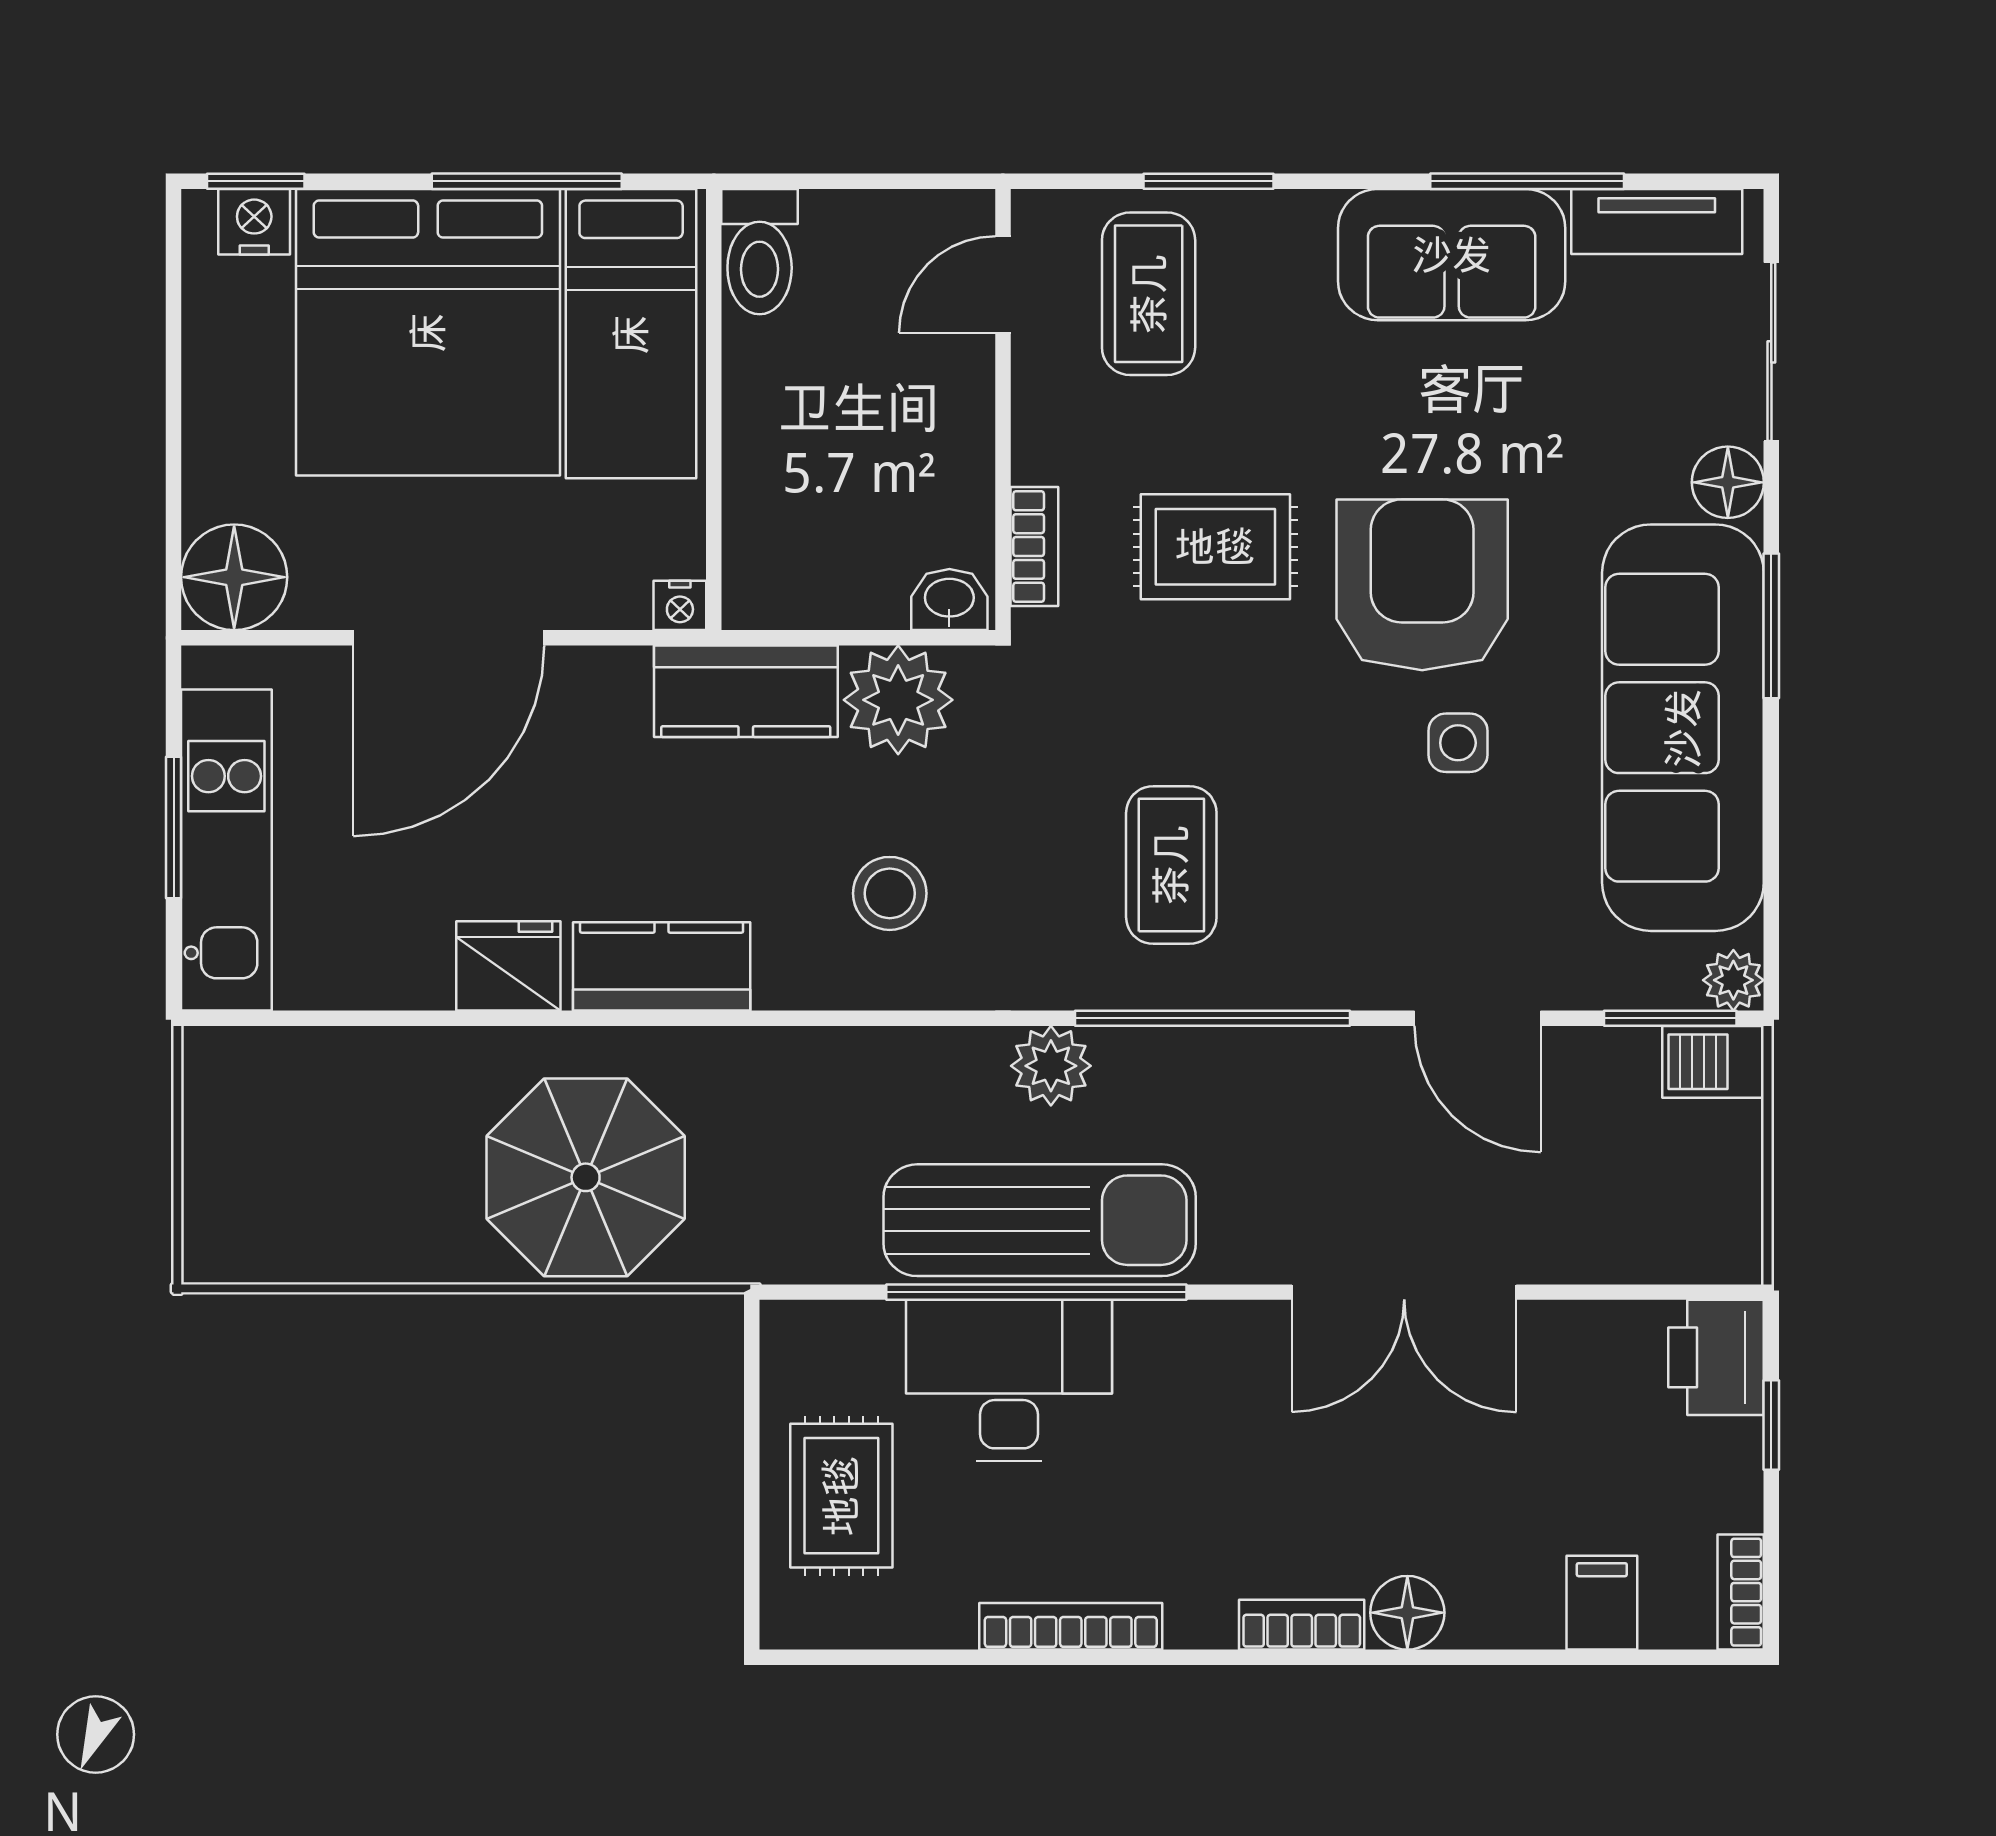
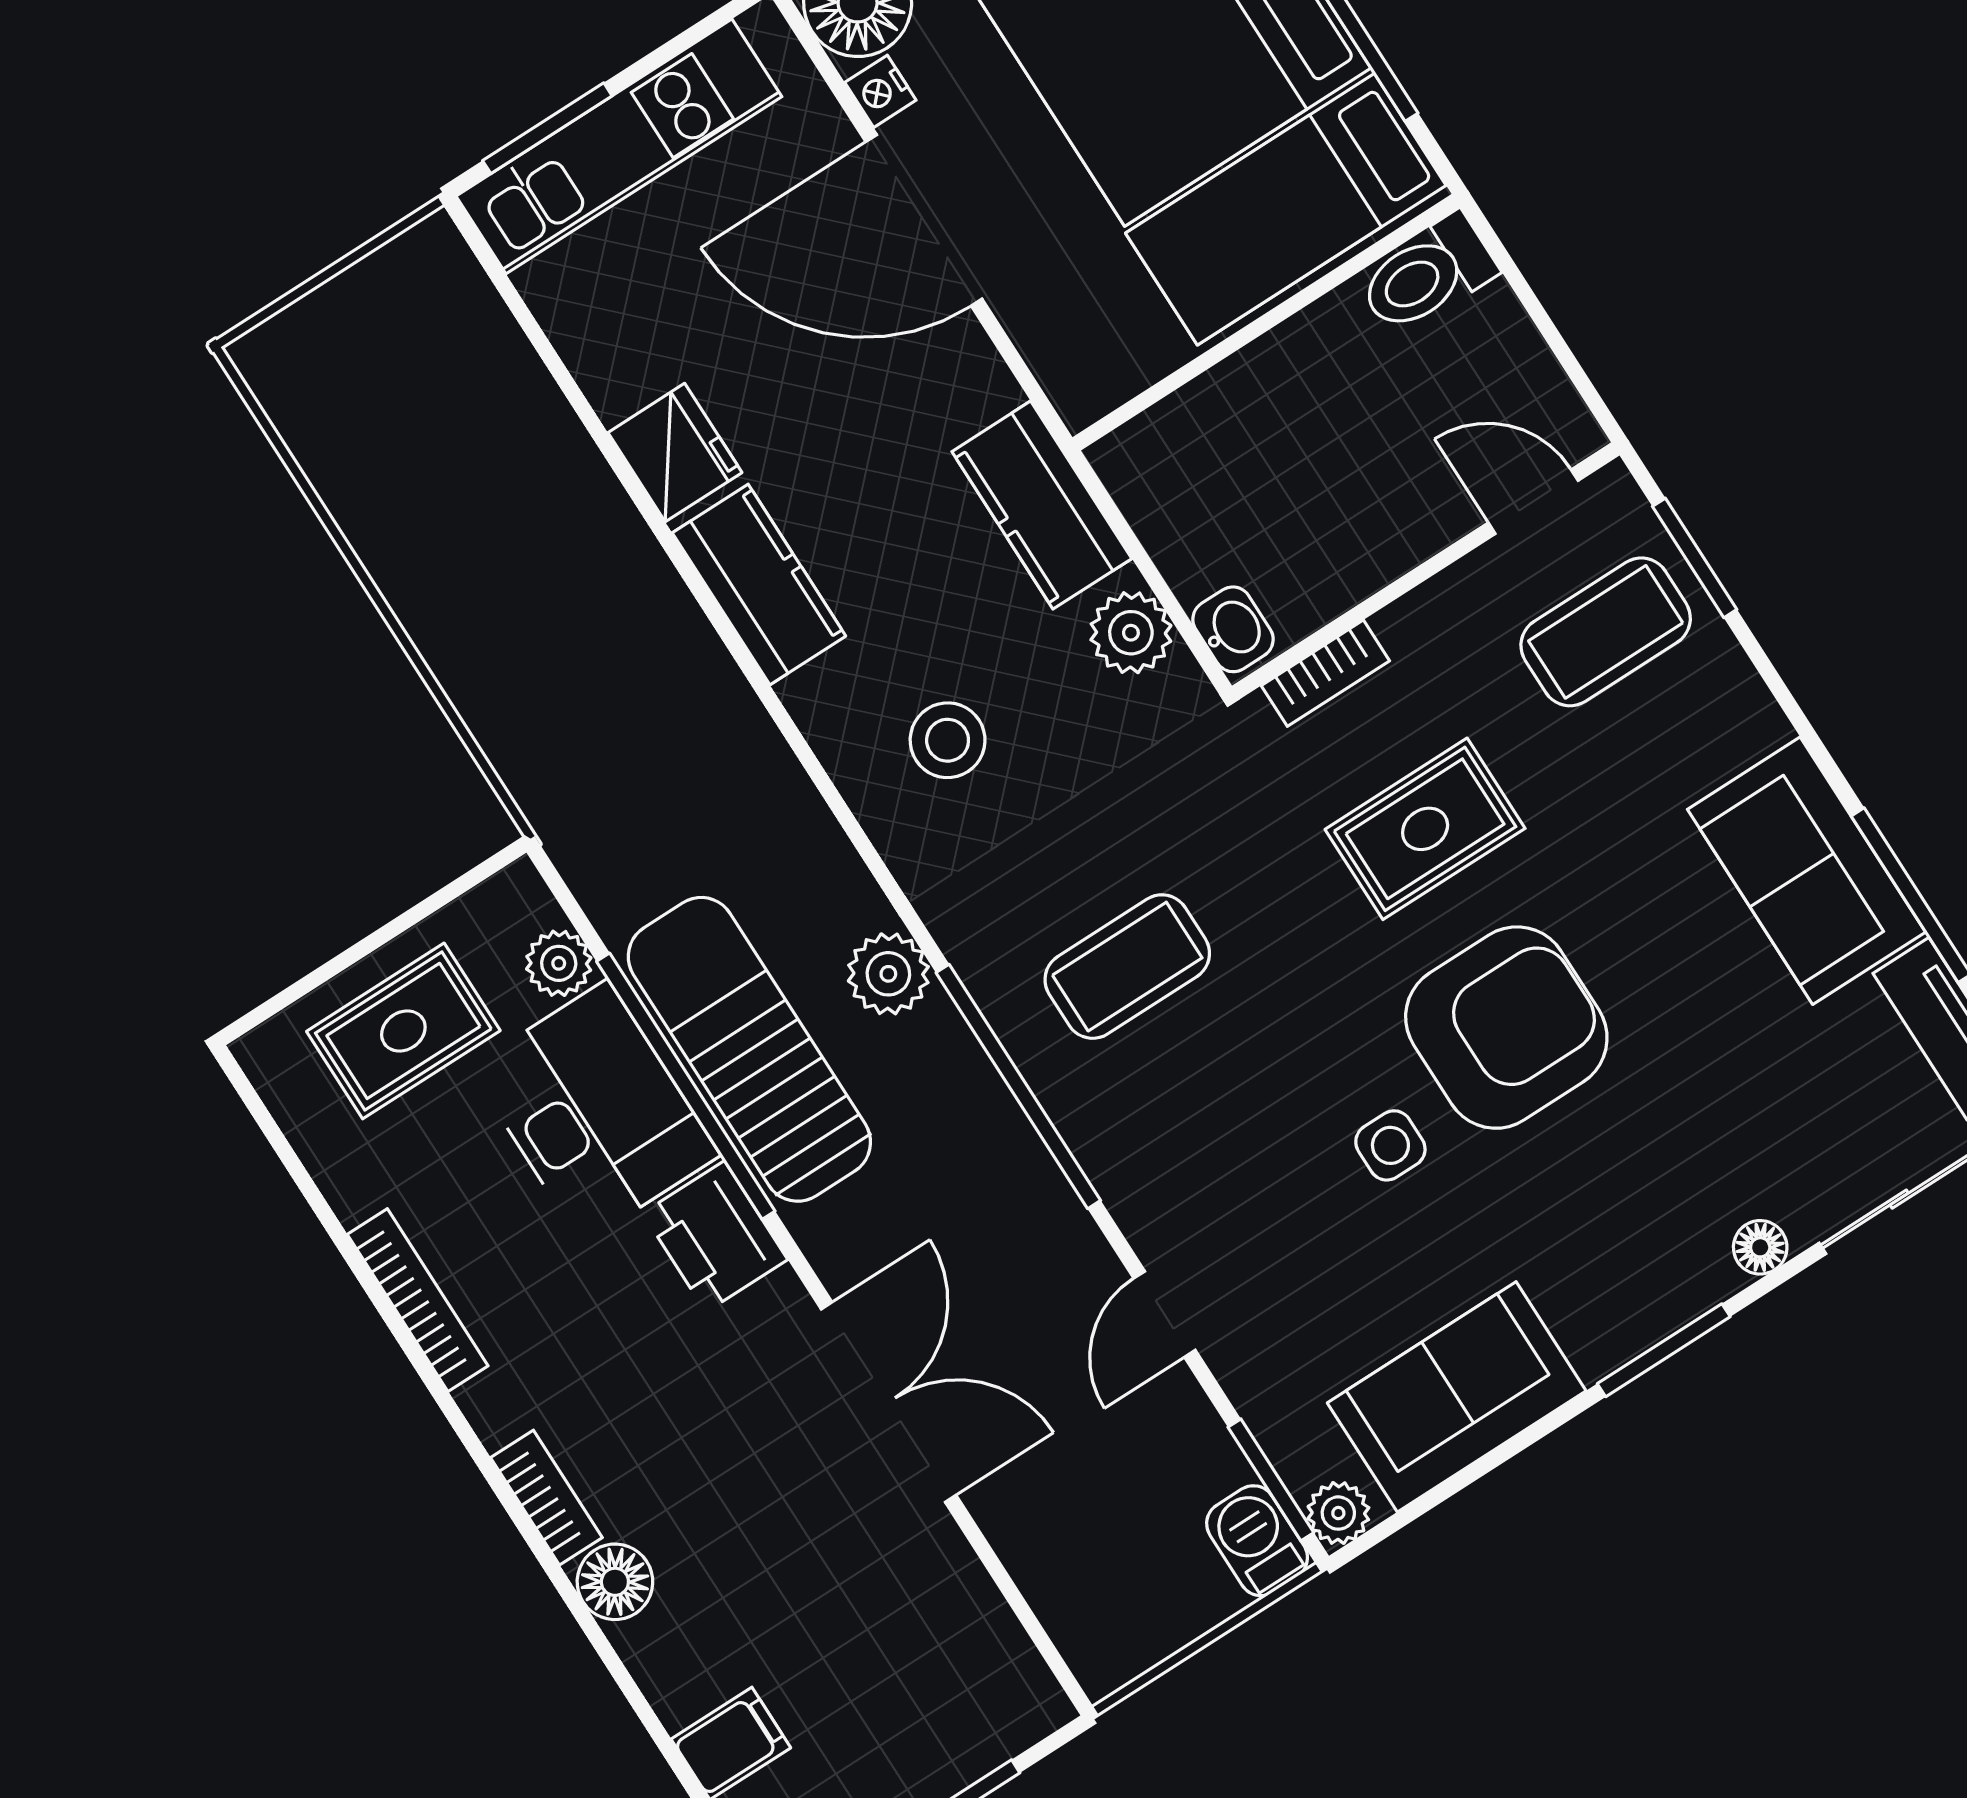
window: (1209, 181) -> (1695, 558), moved
floor lamp: (1728, 482) -> (1760, 1247), width x0.73, depth x0.73
rug: (1215, 547) -> (1425, 829), turned 90
nightstand: (680, 605) -> (880, 91), moved
plant: (898, 700) -> (1131, 633), width x0.73, depth x0.73
sofa: (1683, 728) -> (1457, 1397), width x0.54, depth x0.79
window: (174, 827) -> (547, 128), moved
door: (1478, 1018) -> (1165, 1314), width x0.73
parasol: (586, 1177) -> (536, 636), removed
sun lounger: (1040, 1220) -> (749, 1049), turned 180
double door: (1404, 1292) -> (889, 1402), swing flipped
plant: (868, 1332) -> (559, 963), added
printer: (1716, 1357) -> (715, 1236), moved, turned -90

